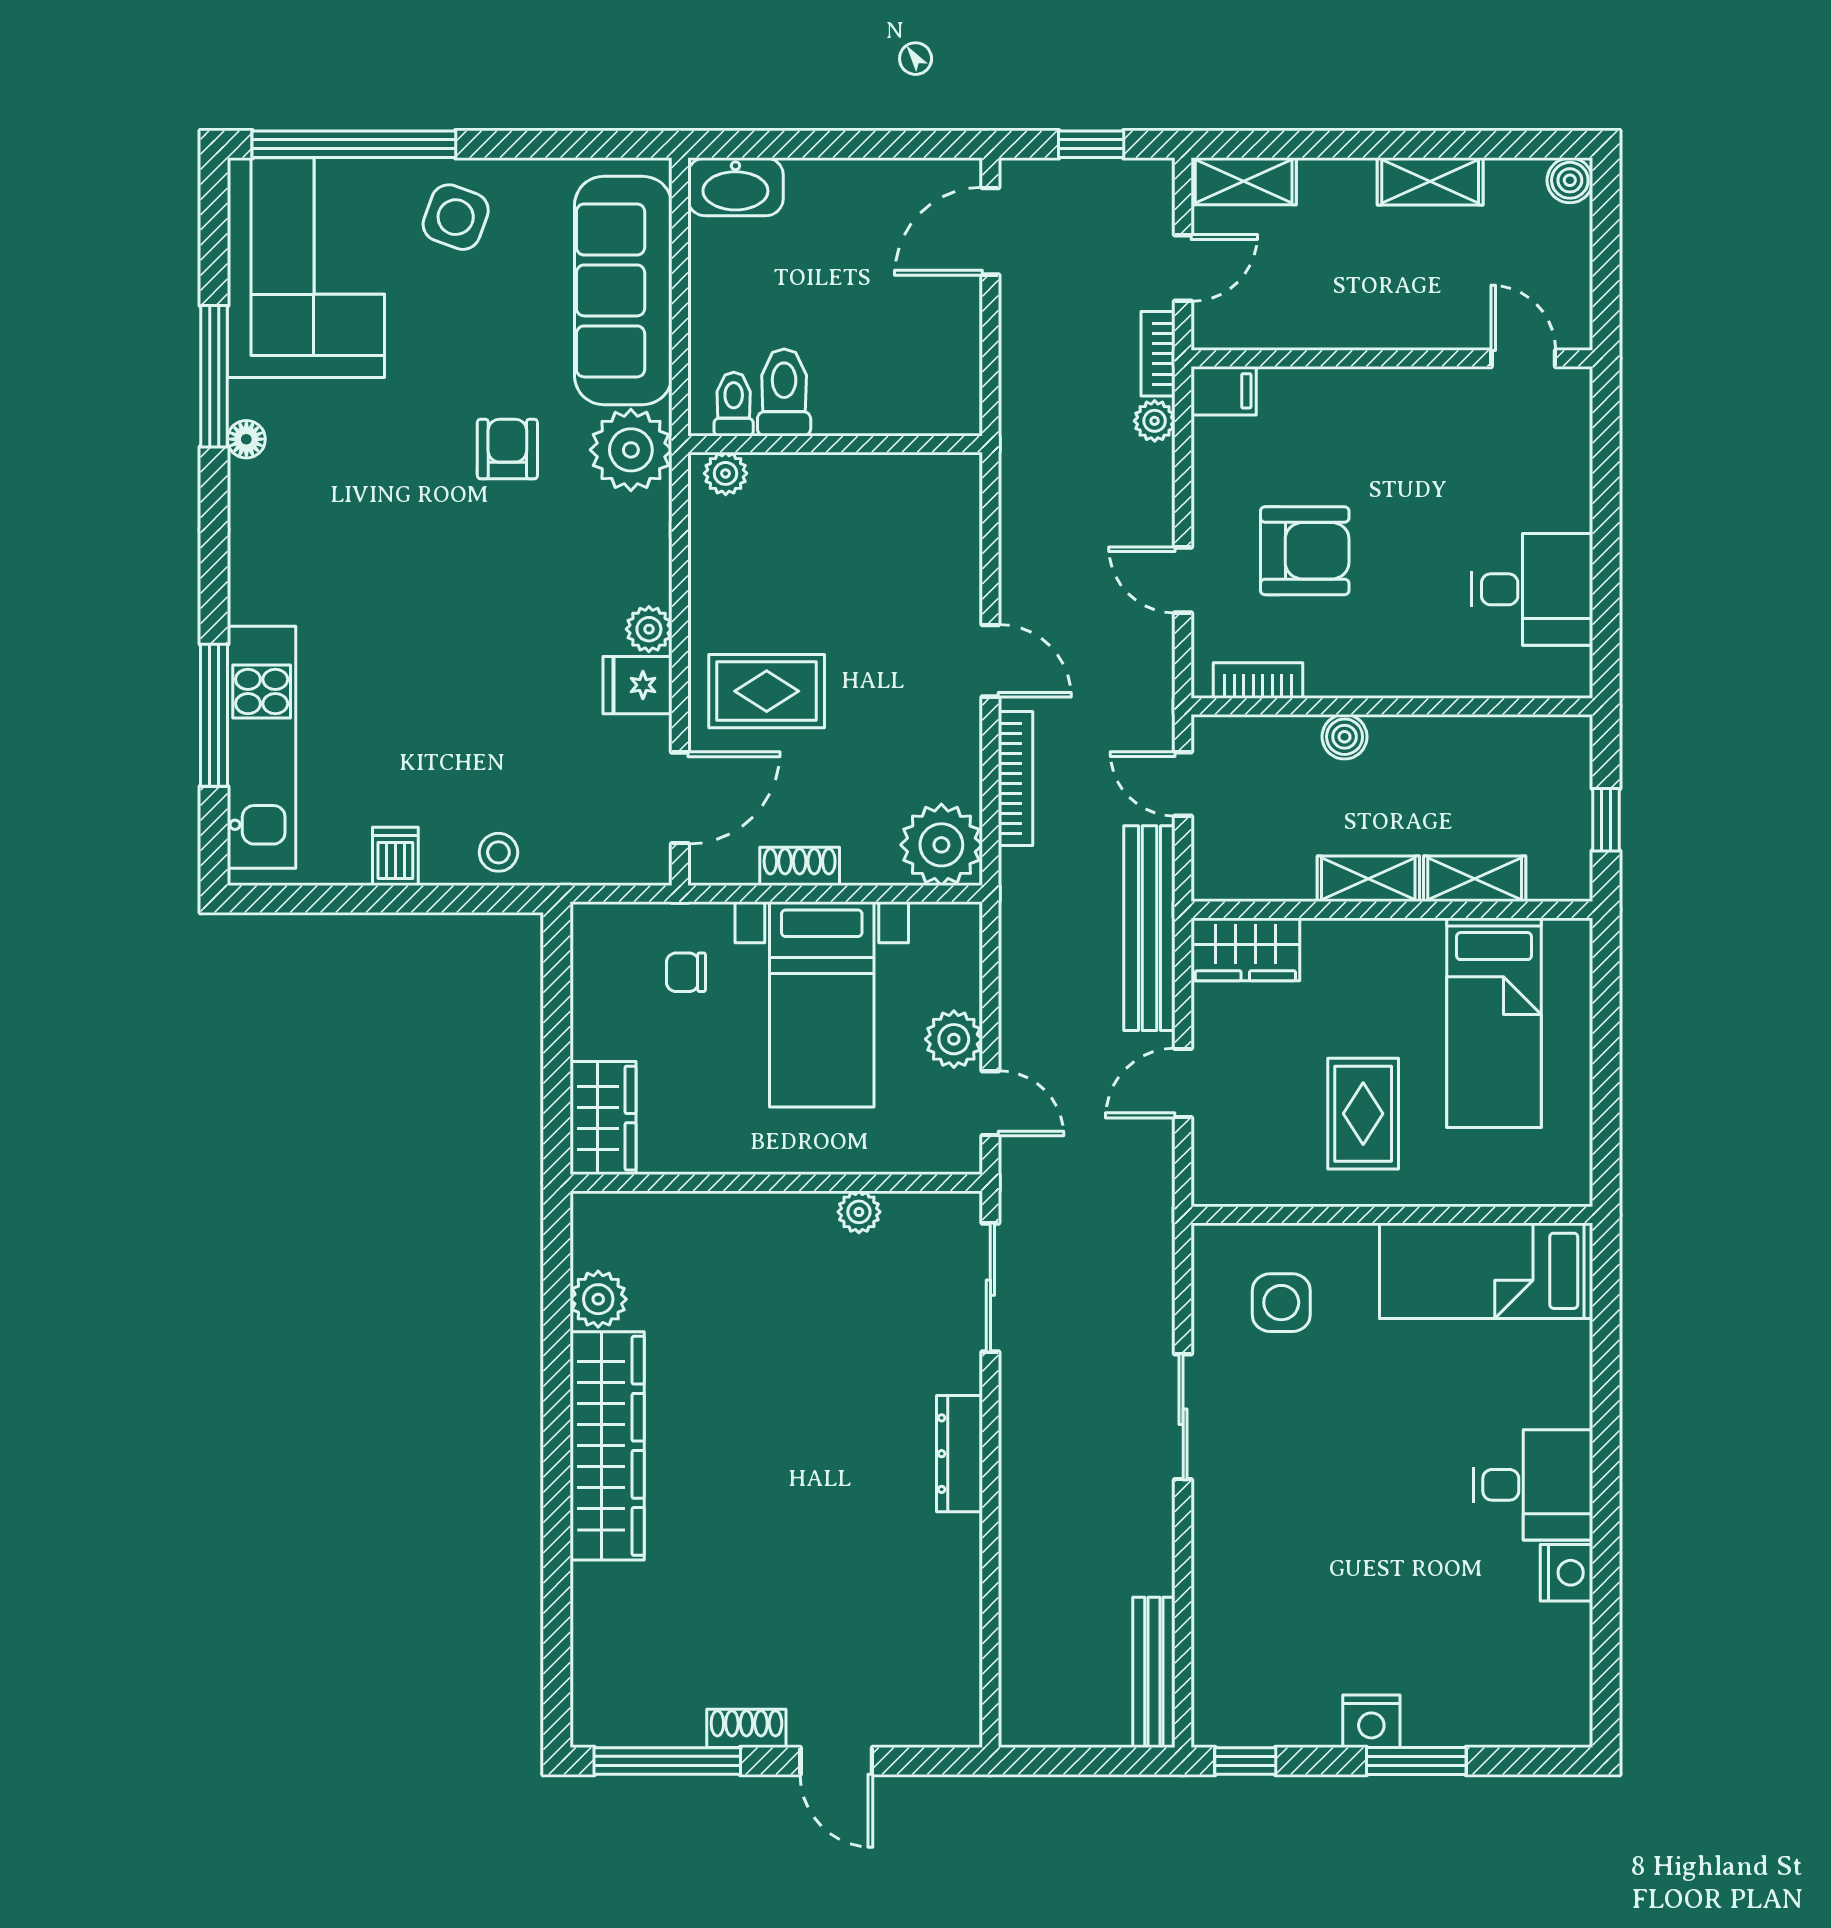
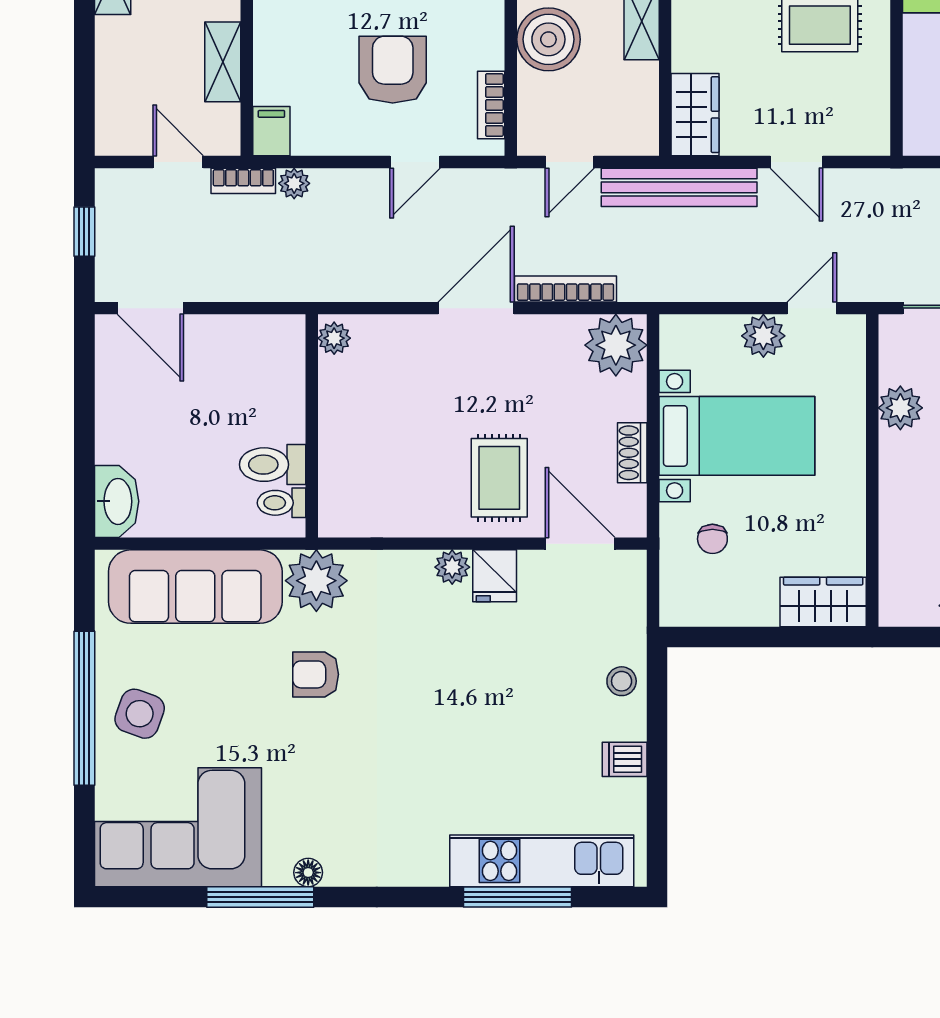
window: (354, 144) -> (84, 708), moved
shelving: (1244, 181) -> (223, 62), moved
plant: (726, 473) -> (334, 338), moved
door: (990, 661) -> (476, 308), width x1.38
boiler: (1345, 737) -> (548, 39), width x1.86, depth x1.86
plant: (859, 1212) -> (900, 408), width x1.38, depth x1.38

